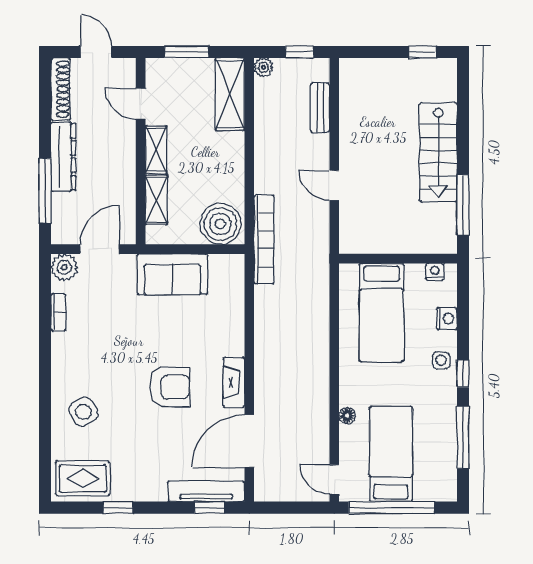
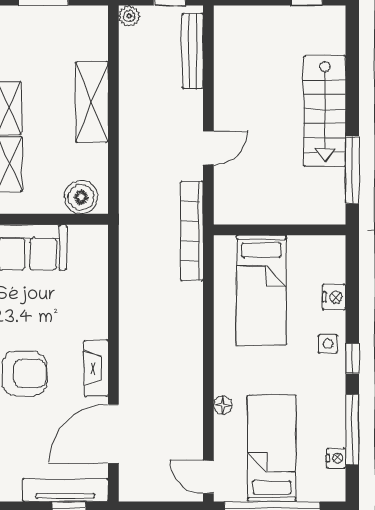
shelving: (230, 94) -> (92, 102), moved
bench: (320, 108) -> (193, 51), width x1.36
door: (334, 185) -> (208, 148), swing flipped
boiler: (220, 224) -> (81, 197), width x0.73, depth x0.73
bookcase: (264, 240) -> (192, 231), moved, turned 180
nightstand: (435, 272) -> (336, 458), moved, turned 90

